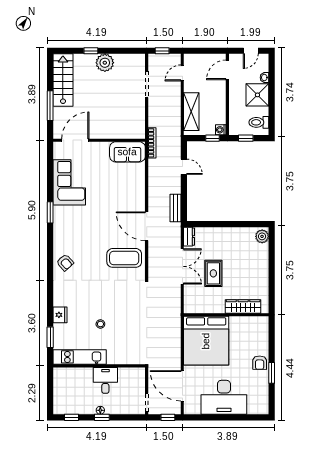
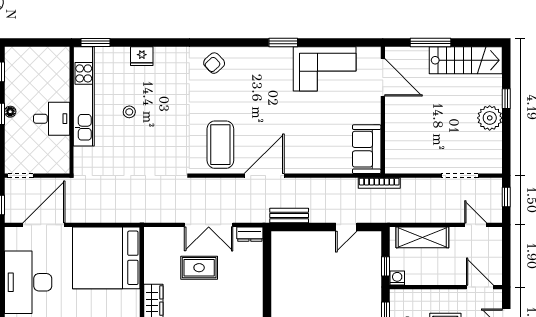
window: (50, 337) -> (96, 42), moved
kitchen unit: (80, 357) -> (84, 96), width x1.36

